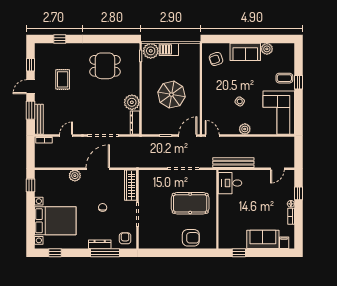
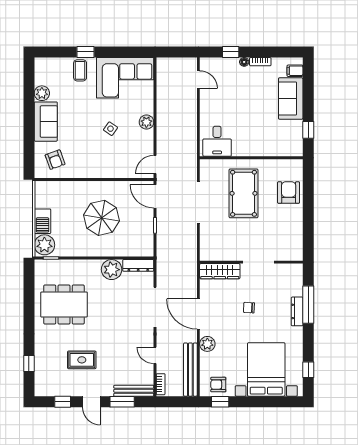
dining table: (105, 66) -> (64, 305), width x1.38
bench: (233, 163) -> (190, 370), moved
armchair: (125, 238) -> (218, 385), moved

